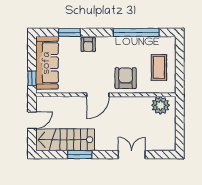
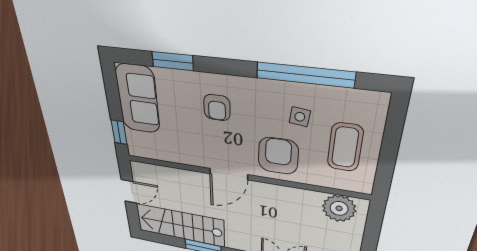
armchair: (88, 45) -> (217, 108), moved
side table: (135, 54) -> (300, 117), added
sofa: (47, 63) -> (138, 99), width x0.73

